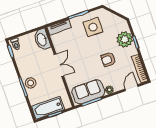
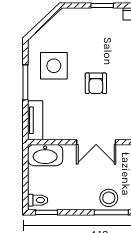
plant: (125, 39) -> (91, 22), removed
armchair: (108, 59) -> (96, 83), moved
double door: (59, 65) -> (96, 142), swing flipped

